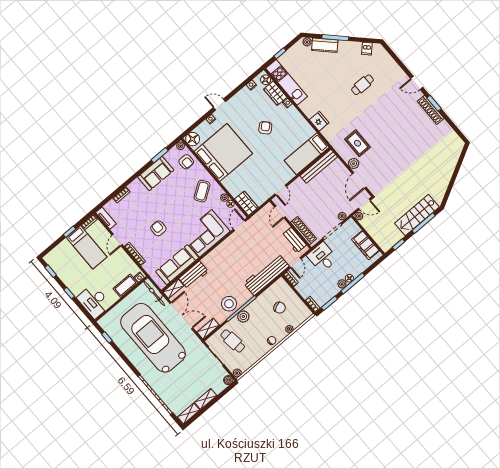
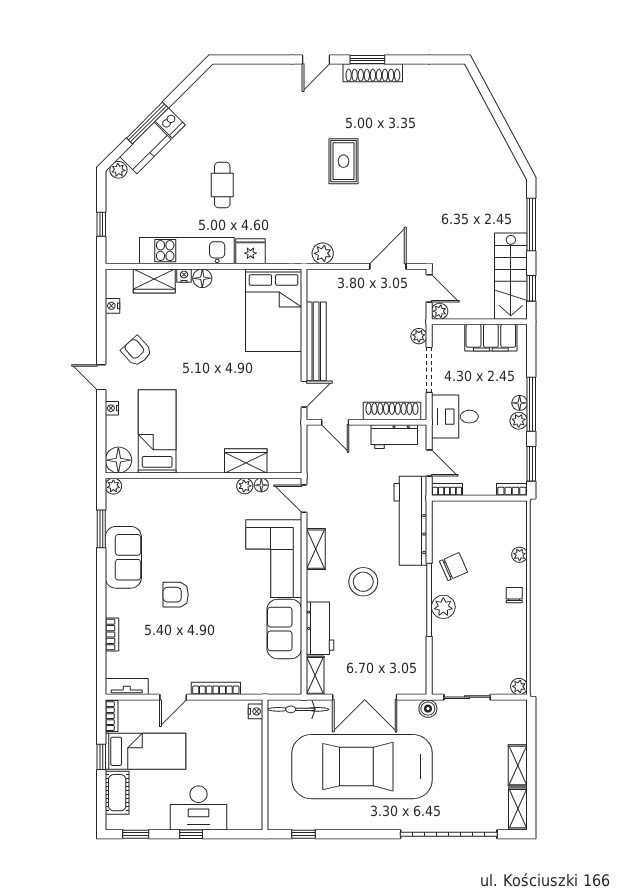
dishwasher: (367, 49) -> (170, 123), moved
floor lamp: (266, 80) -> (202, 278), moved
kitchen unit: (287, 82) -> (187, 251), moved
cafe table: (362, 85) -> (222, 185), moved
door: (219, 105) -> (101, 377), hinge flipped
armchair: (265, 128) -> (137, 351), moved
rug: (358, 143) -> (344, 161), moved, turned 90
bed: (223, 152) -> (157, 431), width x0.49
bed: (307, 154) -> (274, 310), width x1.50
armchair: (186, 162) -> (144, 498), removed
plant: (354, 164) -> (323, 253), moved
bench: (319, 166) -> (316, 341), moved
door: (359, 181) -> (388, 266), swing flipped
door: (281, 190) -> (304, 394), hinge flipped
coffee table: (202, 191) -> (207, 511), removed
wardrobe: (246, 203) -> (246, 461), moved
door: (364, 204) -> (429, 288), hinge flipped
stairs: (417, 215) -> (511, 276), moved
armchair: (158, 228) -> (176, 595), moved
door: (117, 240) -> (173, 697), hinge flipped
sofa: (177, 265) -> (284, 629), width x0.73
cot: (125, 286) -> (117, 793), moved
desk: (94, 301) -> (198, 808), moved
stool: (229, 304) -> (363, 582), moved
chair: (280, 308) -> (453, 567), moved
double door: (181, 316) -> (365, 697), swing flipped
shelving: (208, 329) -> (316, 549), moved
cafe table: (233, 341) -> (466, 653), removed
boiler: (228, 380) -> (428, 709), moved

